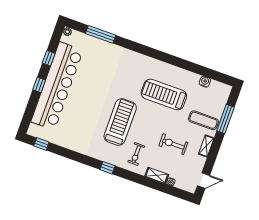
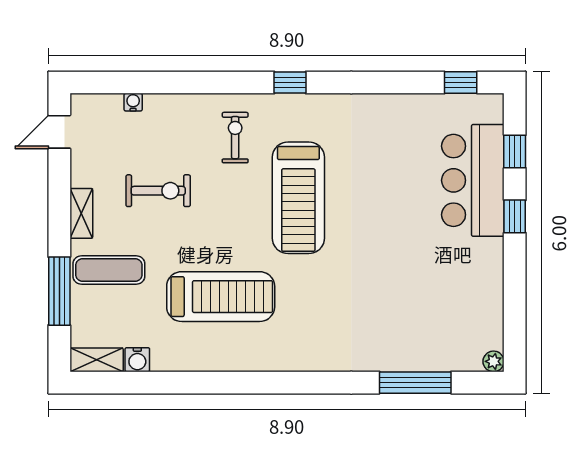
window: (49, 58) -> (515, 152), moved
bar counter: (57, 86) -> (473, 180), width x0.54
shelving: (157, 175) -> (97, 360), moved

